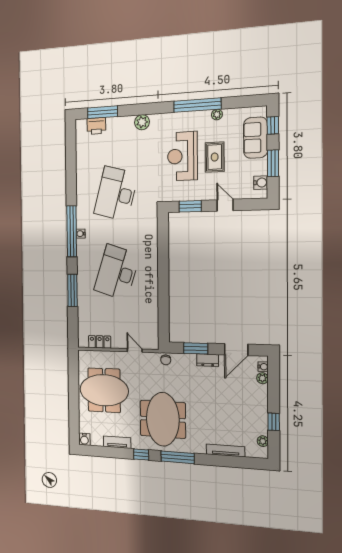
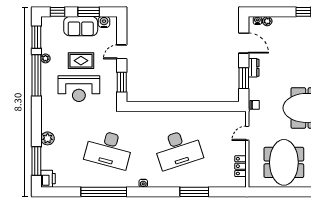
window: (242, 102) -> (36, 37), added
plant: (142, 122) -> (48, 138), moved
printer: (96, 126) -> (48, 179), moved
sofa: (255, 138) -> (81, 26), moved
window: (72, 231) -> (104, 192), moved
desk: (117, 272) -> (178, 149), turned -36

